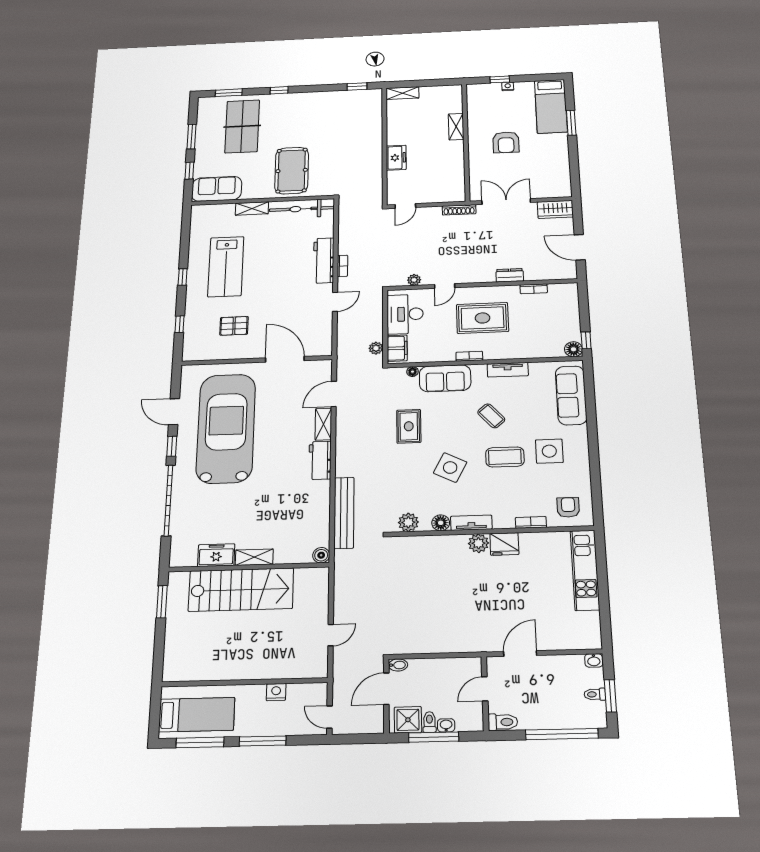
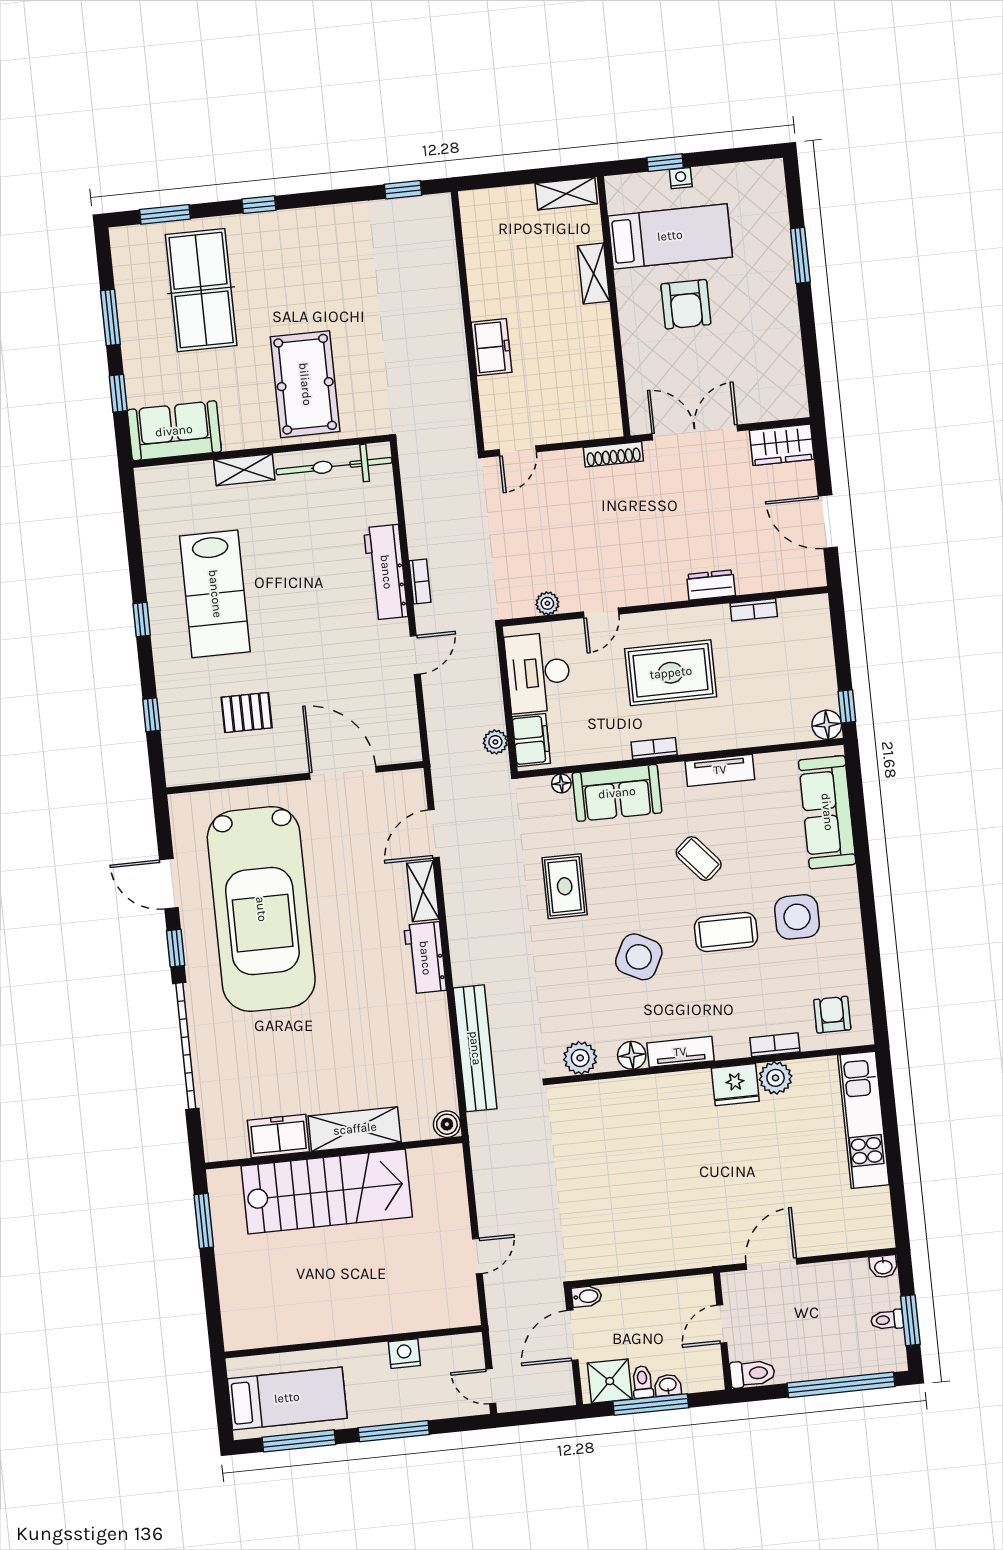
shelving: (402, 93) -> (566, 194), moved
bed: (551, 106) -> (670, 236), moved, turned -90
car: (226, 428) -> (261, 909), turned 180
plant: (479, 543) -> (776, 1078), moved
shelving: (254, 557) -> (355, 1129), width x1.50, depth x1.33

